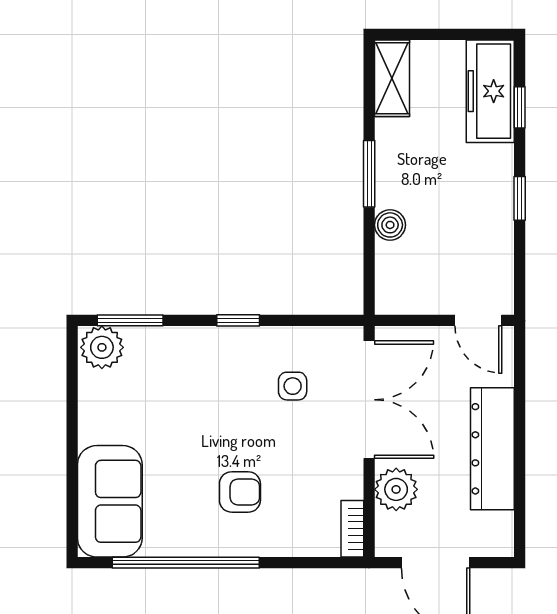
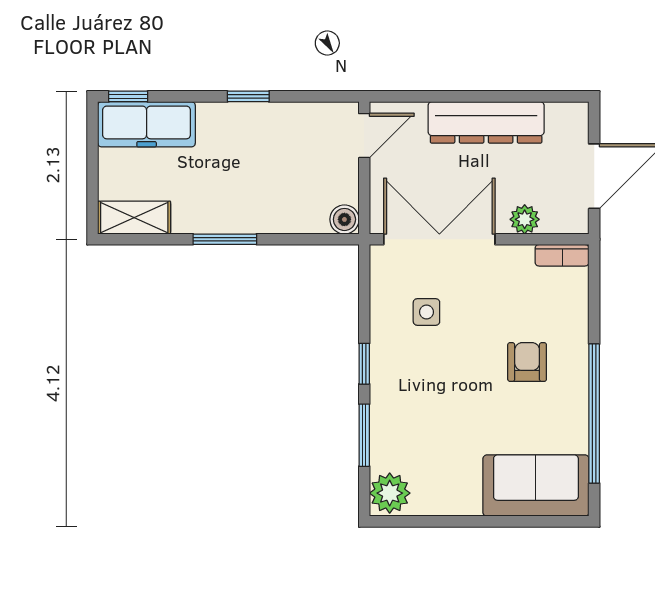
window: (520, 107) -> (128, 96), moved
boiler: (390, 225) -> (344, 219), moved
window: (130, 320) -> (364, 435), moved
plant: (396, 489) -> (525, 219), width x0.73, depth x0.73

